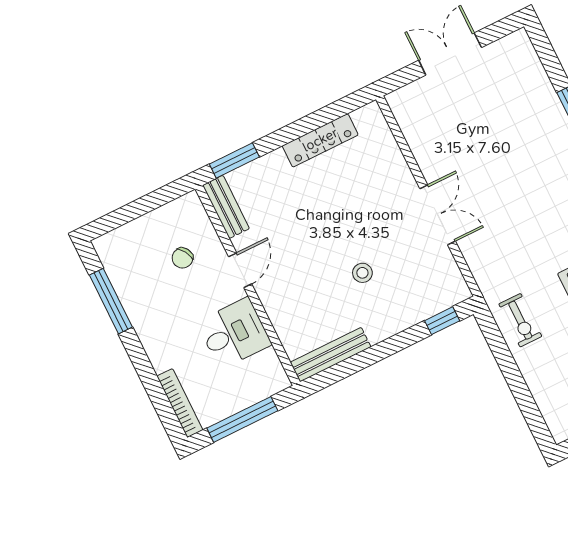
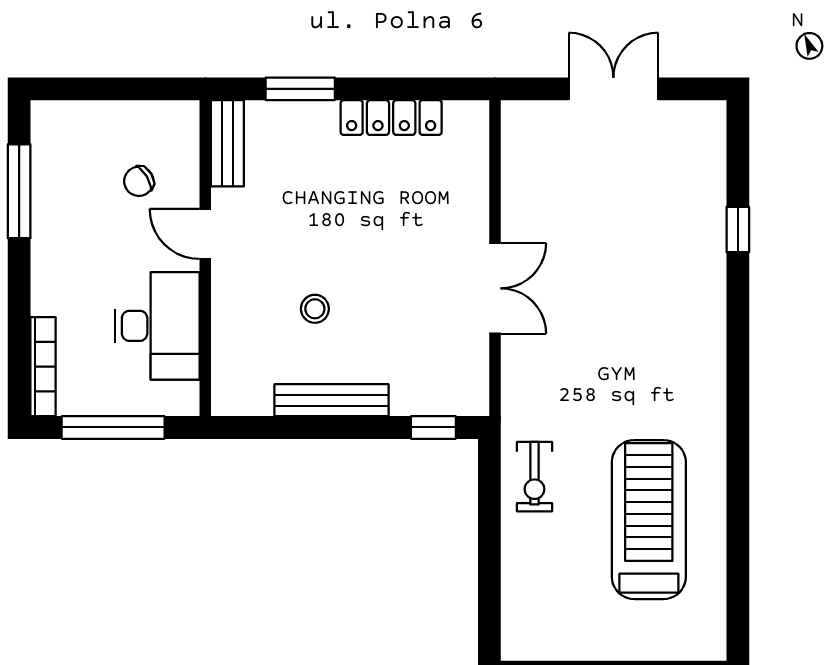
window: (234, 161) -> (300, 89), moved
door: (240, 270) -> (205, 234), swing flipped
stool: (362, 273) -> (315, 309), moved
desk: (234, 333) -> (157, 326), width x1.37
bench: (331, 355) -> (331, 400), moved

